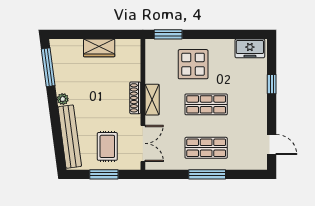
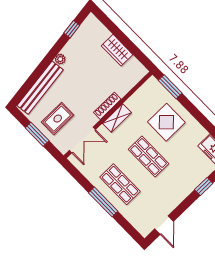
window: (48, 67) -> (72, 29), width x0.46

